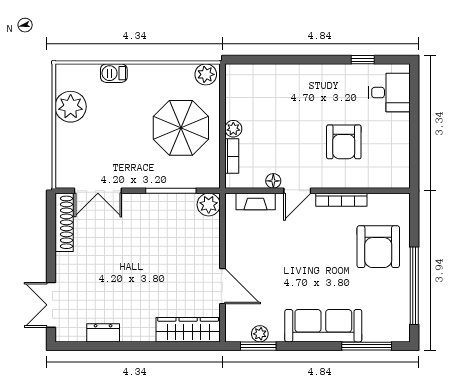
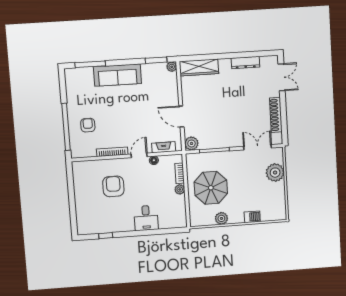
plant: (206, 74) -> (221, 218), moved
desk: (389, 93) -> (146, 218), moved, turned -90
plant: (71, 107) -> (275, 173), moved
shoe rack: (64, 222) -> (276, 115), moved
armchair: (378, 247) -> (88, 125), width x0.53, depth x0.53
door: (222, 286) -> (181, 117), moved
window: (414, 286) -> (66, 127), moved
dresser: (103, 333) -> (245, 63), width x1.44
plant: (260, 334) -> (172, 67), moved

